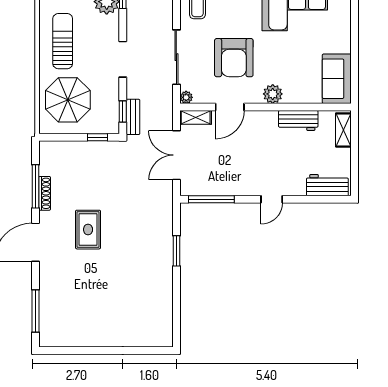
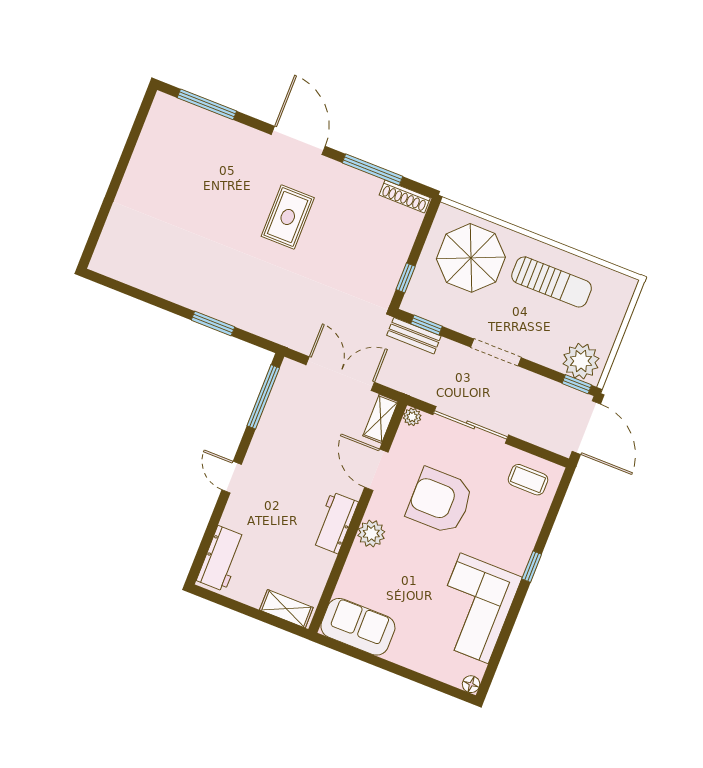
workbench: (298, 120) -> (335, 523), moved
shoe rack: (45, 193) -> (405, 196), moved
rug: (88, 230) -> (288, 217), turned 90

